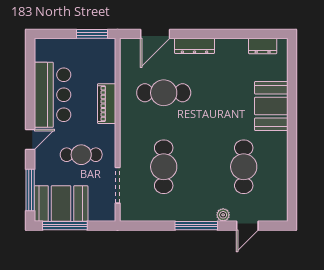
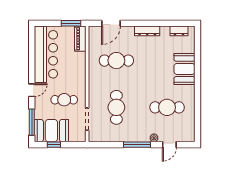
dresser: (195, 46) -> (147, 31), moved
bar counter: (52, 95) -> (46, 54), width x1.36
piano: (107, 104) -> (80, 39), moved
cafe table: (244, 167) -> (167, 107), turned 90
window: (65, 226) -> (54, 145), width x0.46

